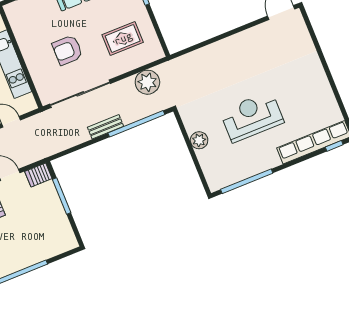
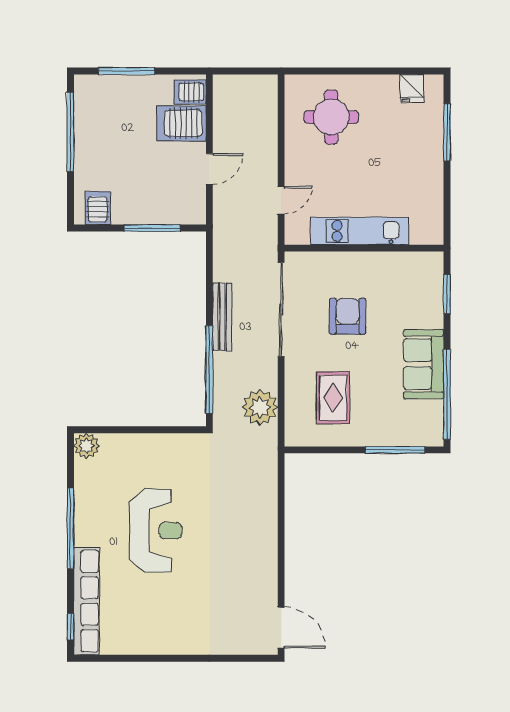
bench: (106, 127) -> (222, 317), width x1.36
plant: (199, 140) -> (86, 446), moved
server rack: (38, 175) -> (98, 208), moved
window: (247, 181) -> (70, 528), moved

